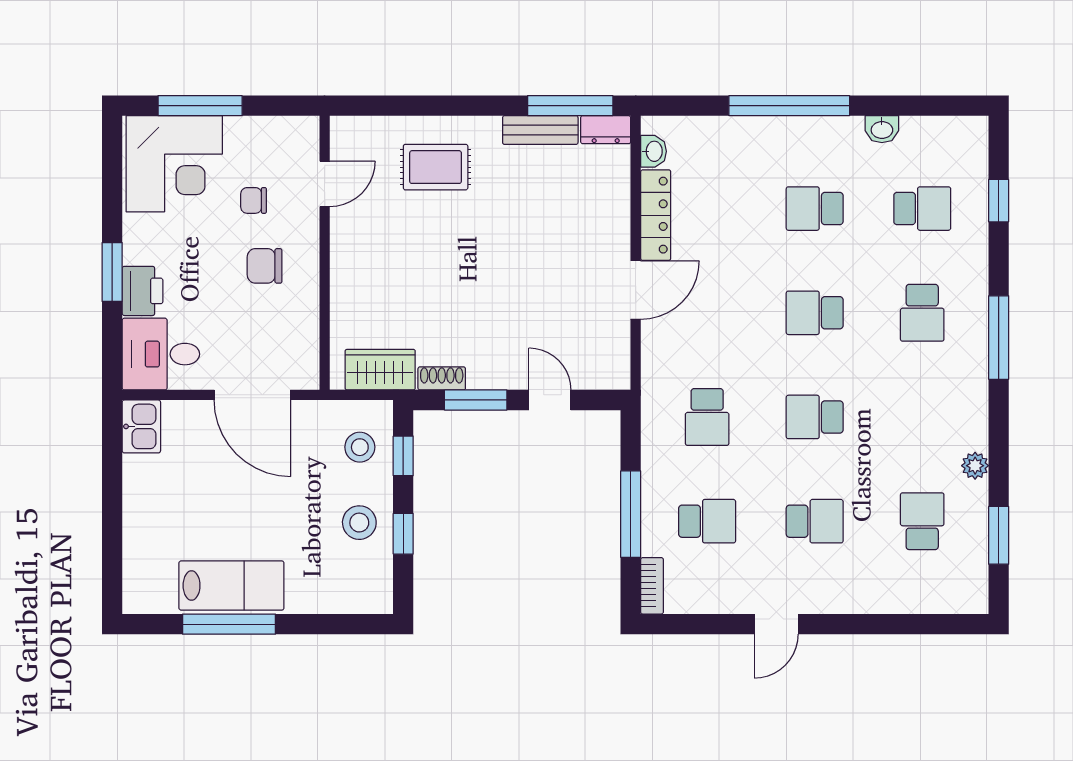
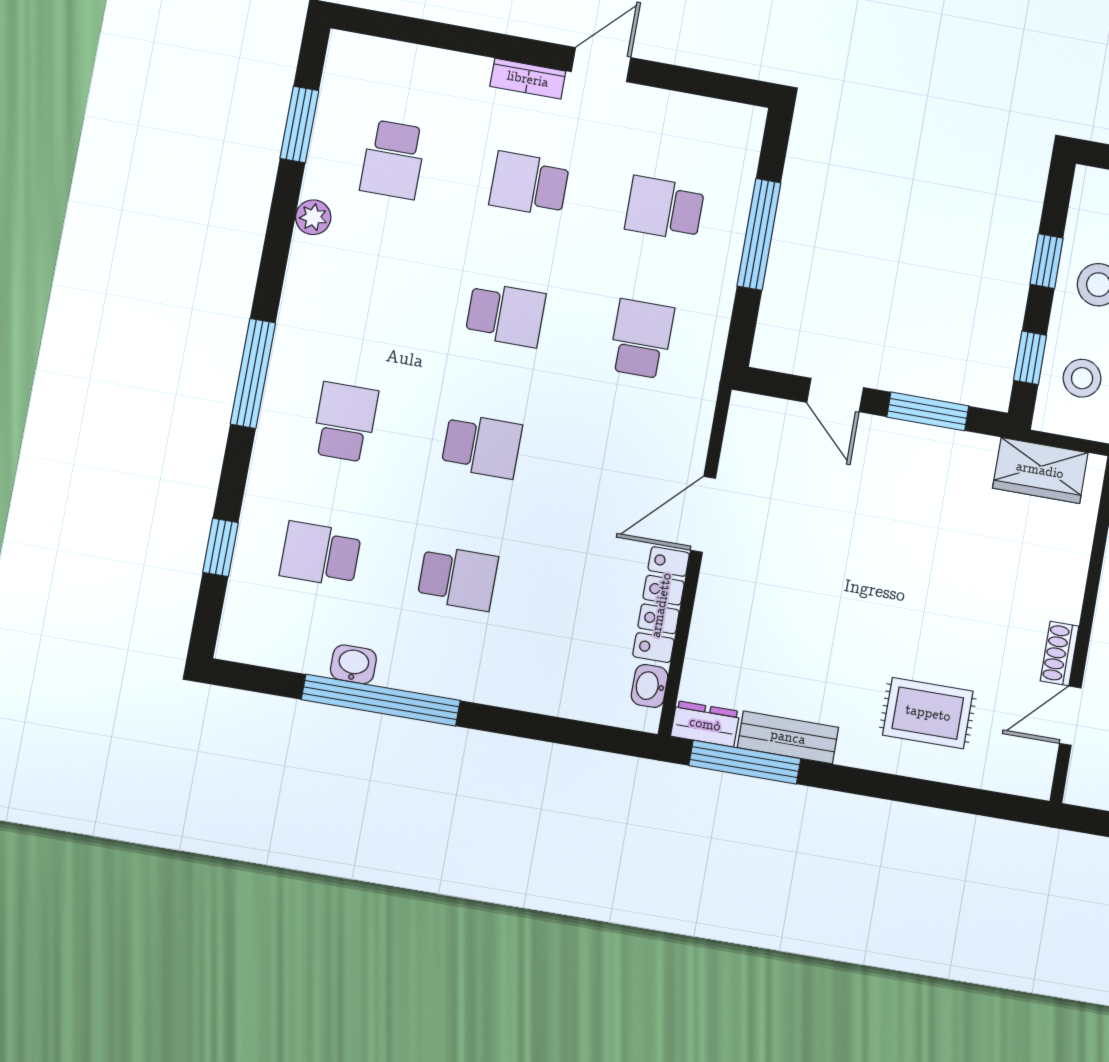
window: (789, 106) -> (381, 700), moved
shoe rack: (442, 378) -> (1059, 653), moved, turned 90
bookcase: (652, 586) -> (528, 79), moved, turned -90

